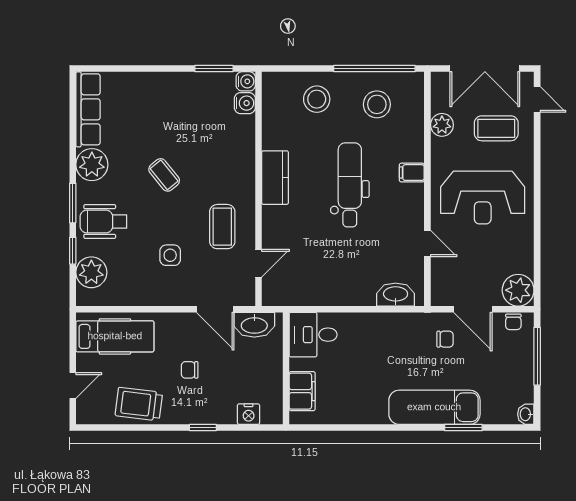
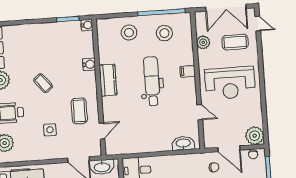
water cooler: (245, 103) -> (89, 64), moved

